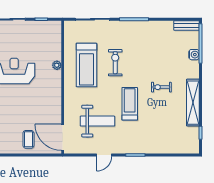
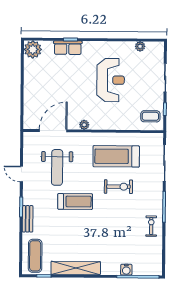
bench: (187, 25) -> (28, 219), moved
plant: (57, 65) -> (84, 125), moved
exercise bike: (161, 87) -> (151, 226), moved
door: (63, 137) -> (53, 131), moved
coffee table: (28, 139) -> (150, 116), moved
exercise mat: (182, 141) -> (35, 256), added

